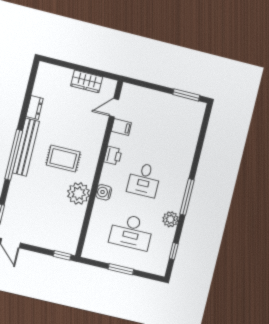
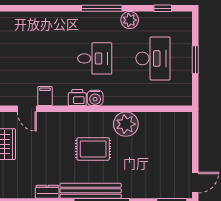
rug: (63, 159) -> (93, 149), turned 90
water cooler: (104, 192) -> (95, 98), moved
window: (62, 255) -> (195, 125), removed

